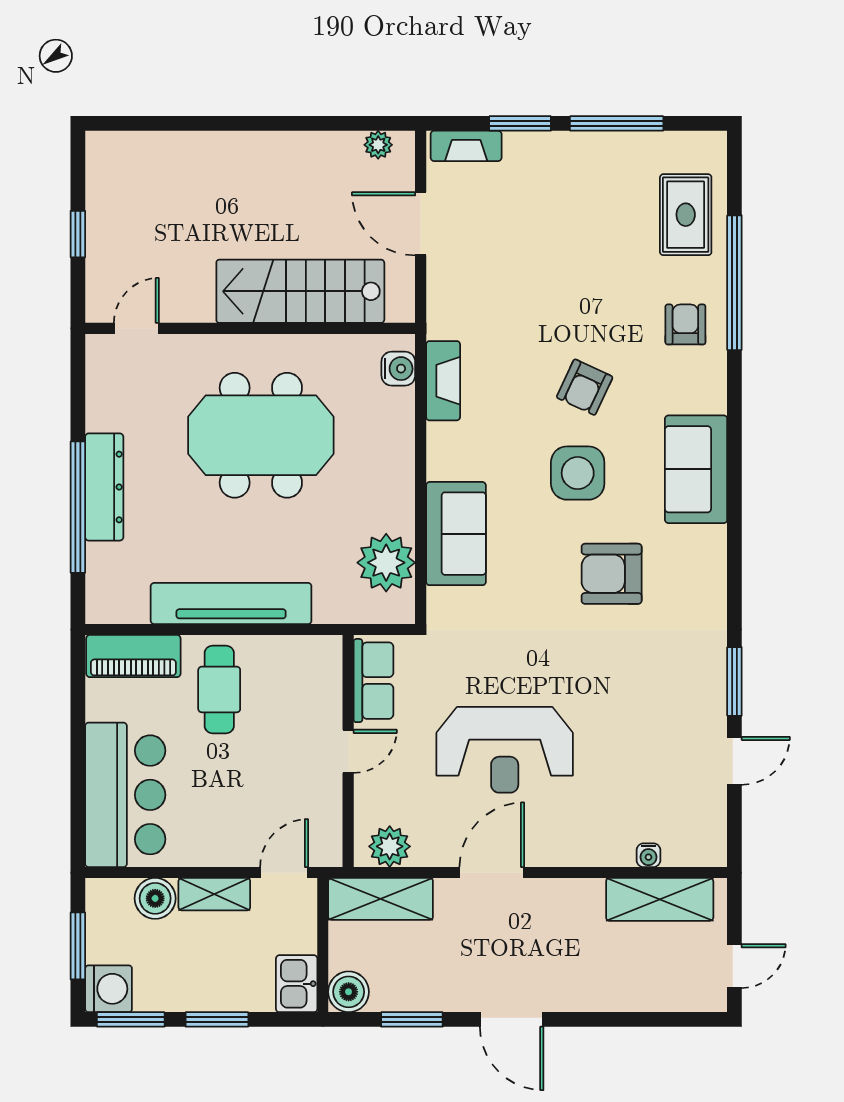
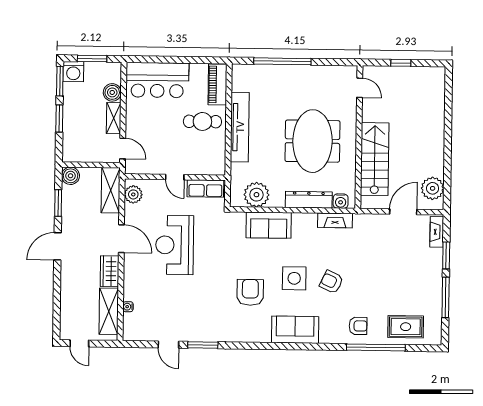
plant: (378, 145) -> (433, 188), width x1.88, depth x1.88
dresser: (104, 487) -> (309, 200), moved, turned 180
wardrobe: (567, 899) -> (110, 271), added
kitchen sink: (297, 984) -> (74, 153), removed

